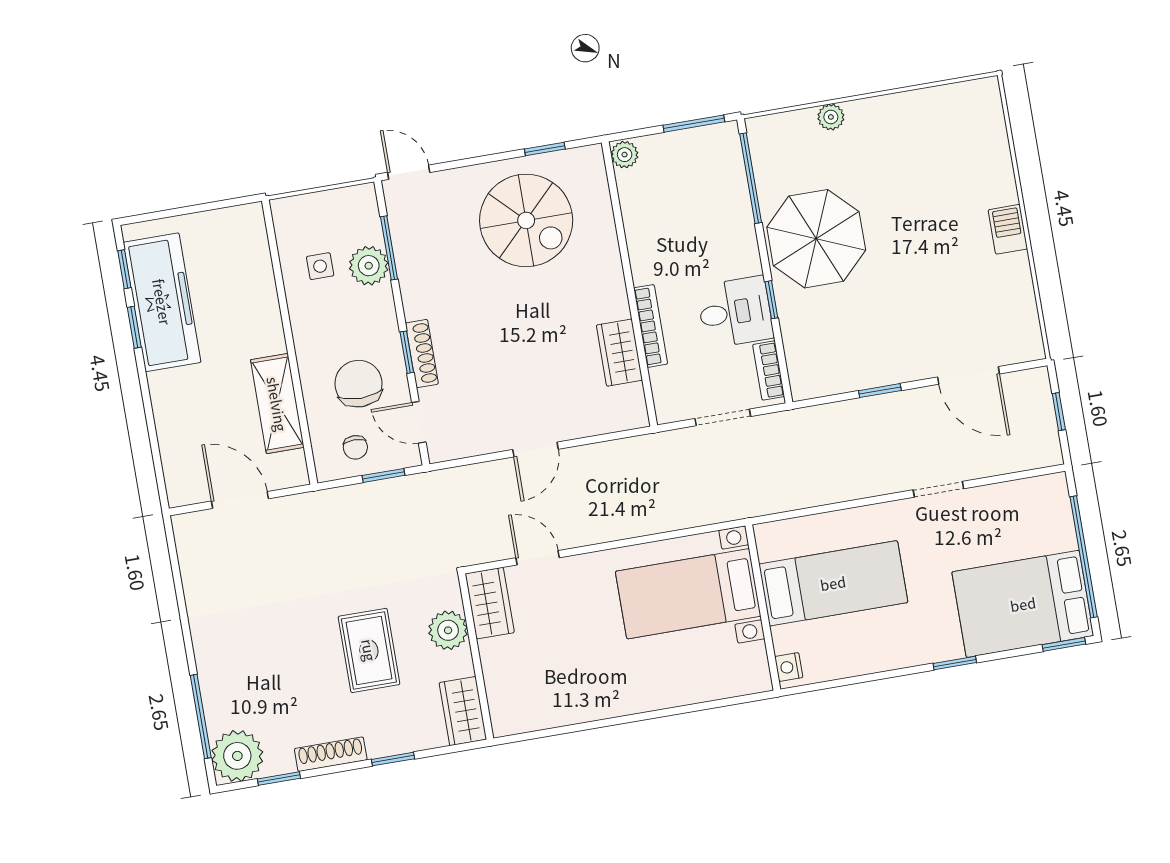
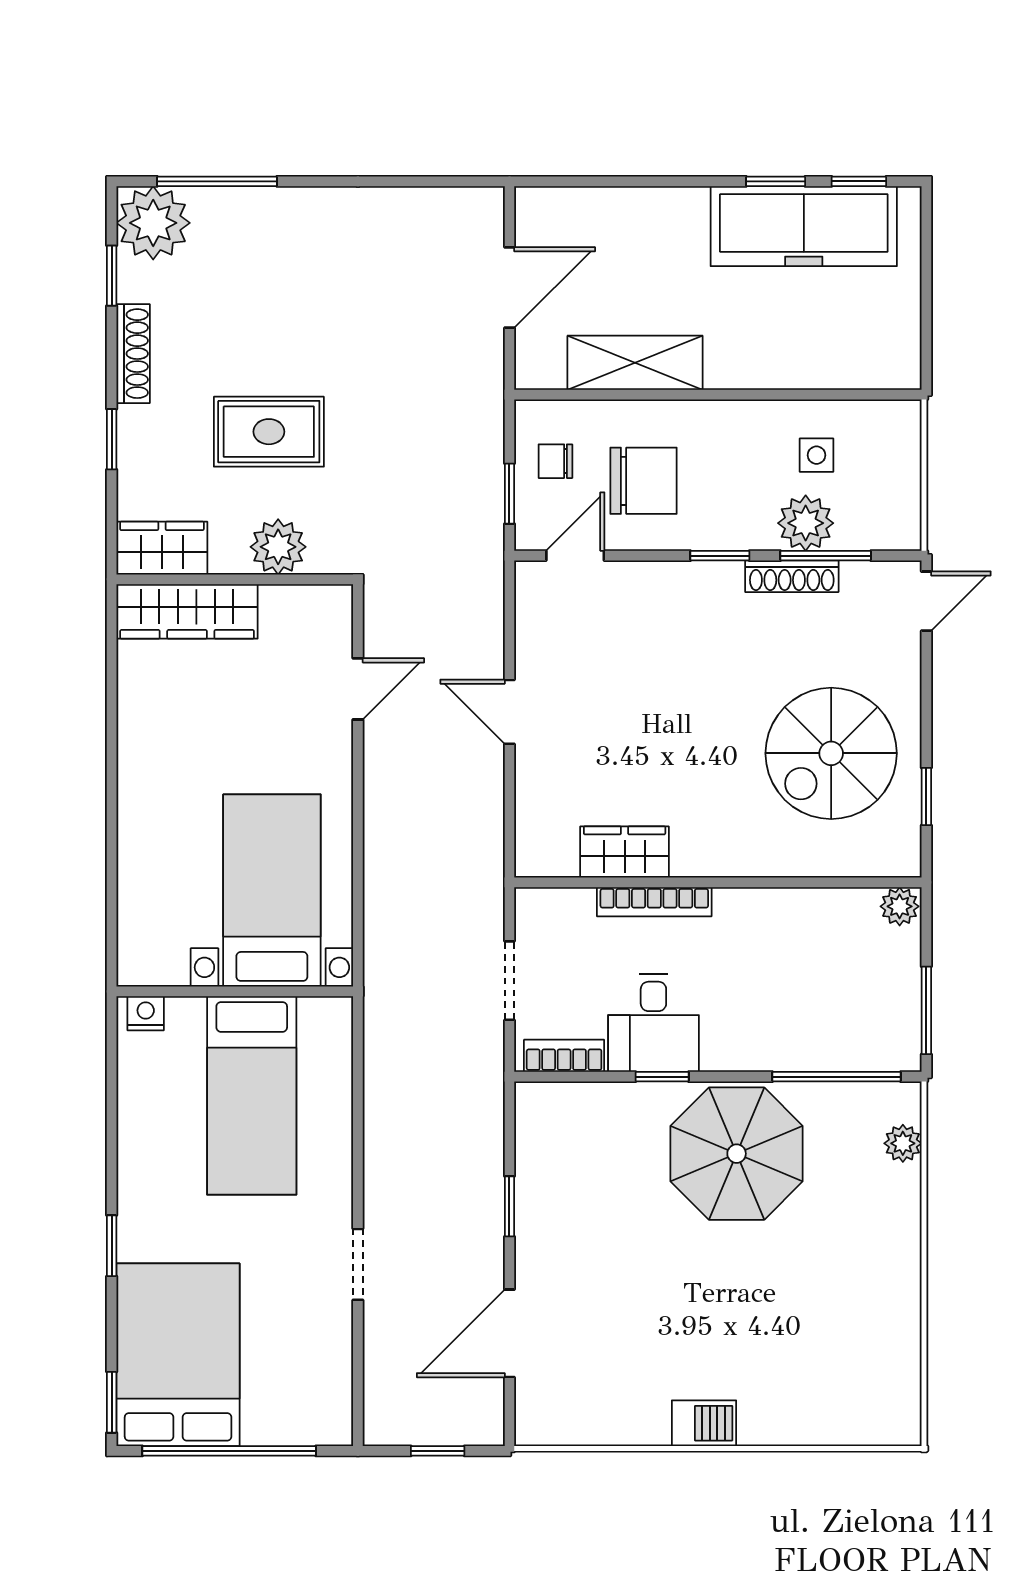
plant: (831, 117) -> (903, 1143), moved
window: (407, 352) -> (720, 556), moved
shoe rack: (422, 354) -> (792, 576), moved
wardrobe: (490, 603) -> (187, 611), moved, width x1.50

